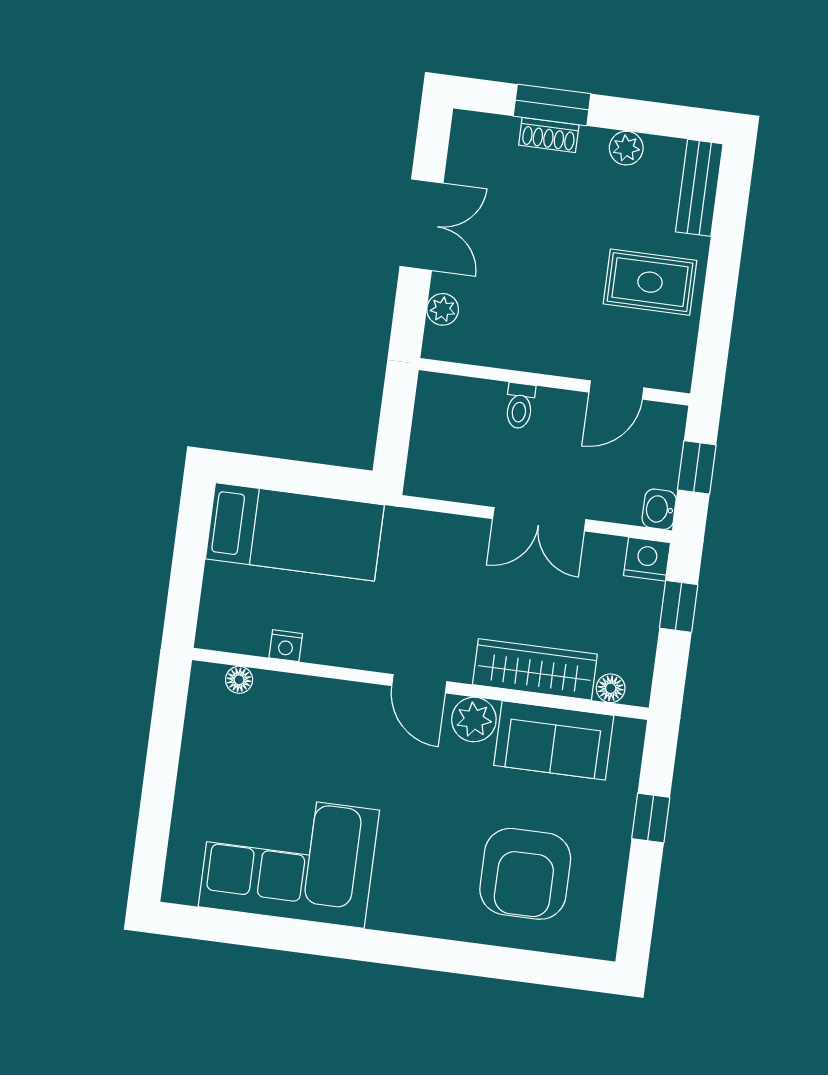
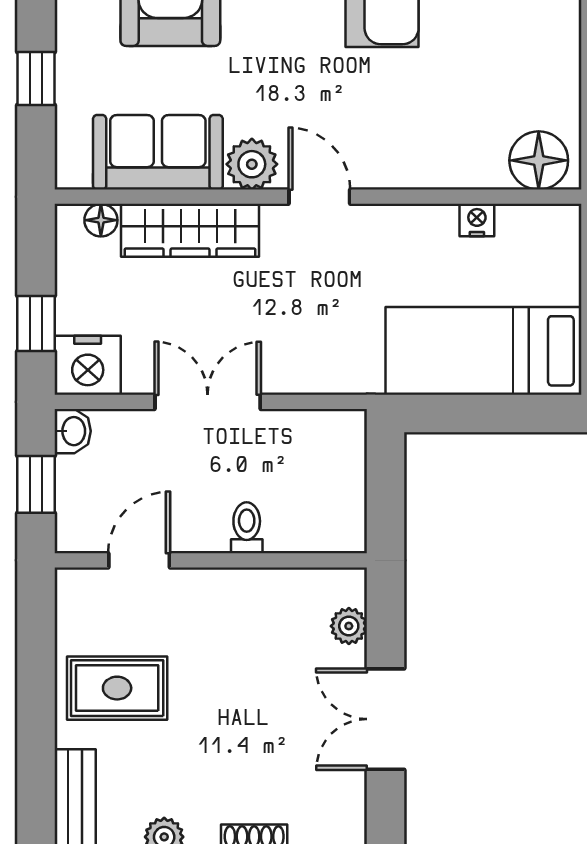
nightstand: (647, 559) -> (88, 365), width x1.36, depth x1.33
floor lamp: (239, 680) -> (539, 160), width x1.89, depth x1.89

